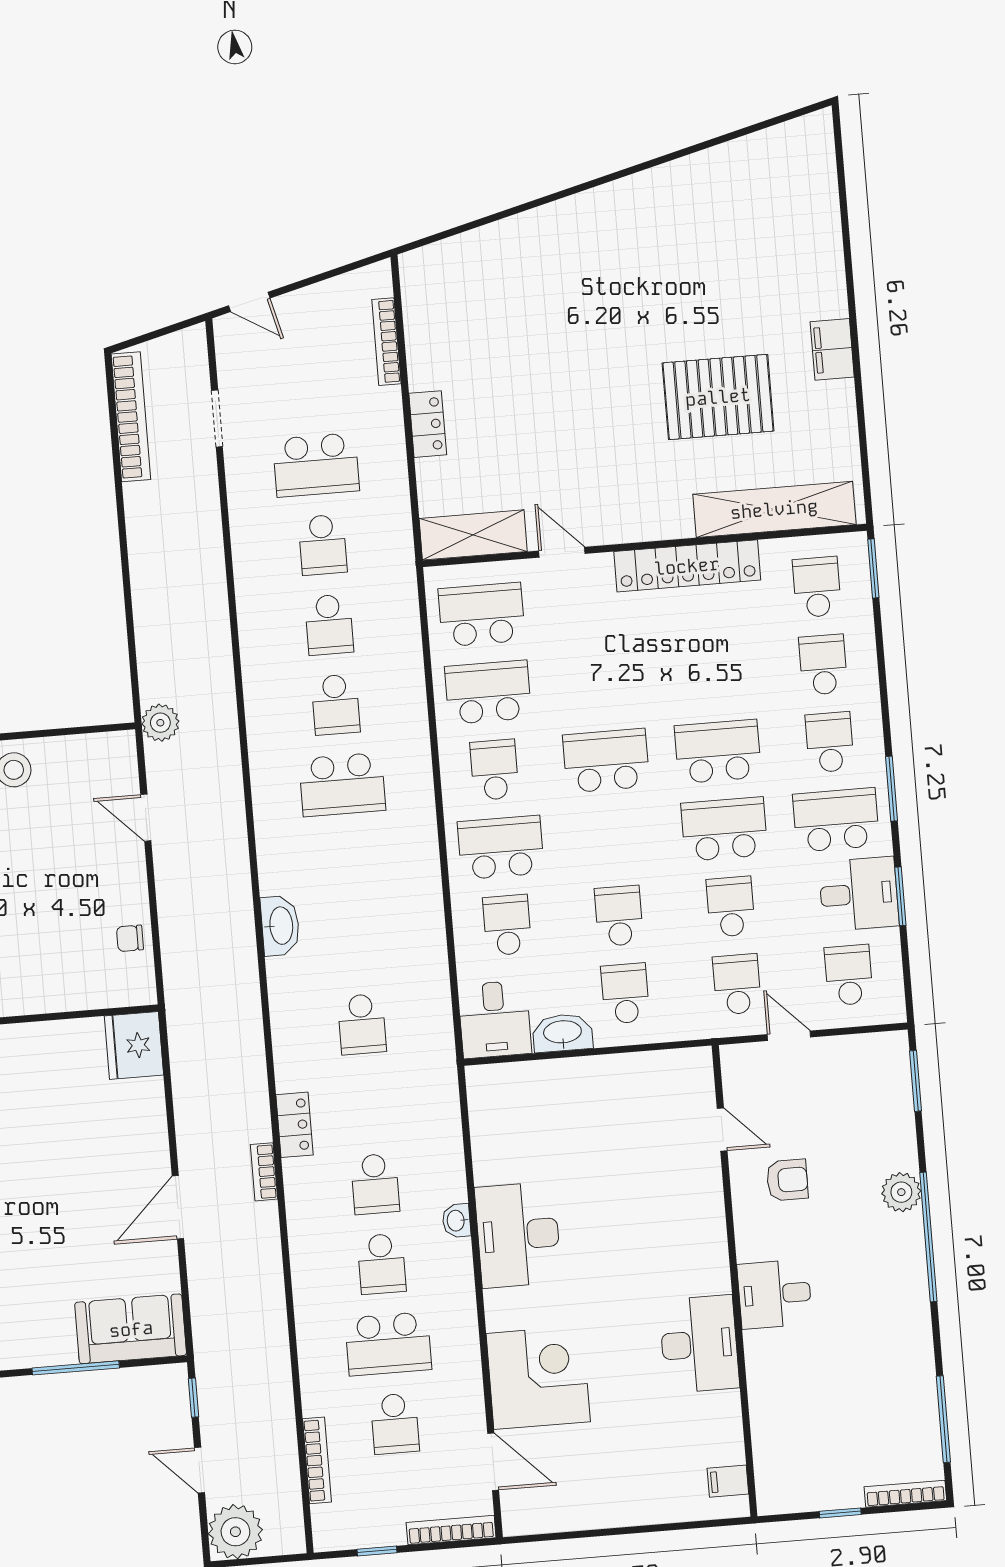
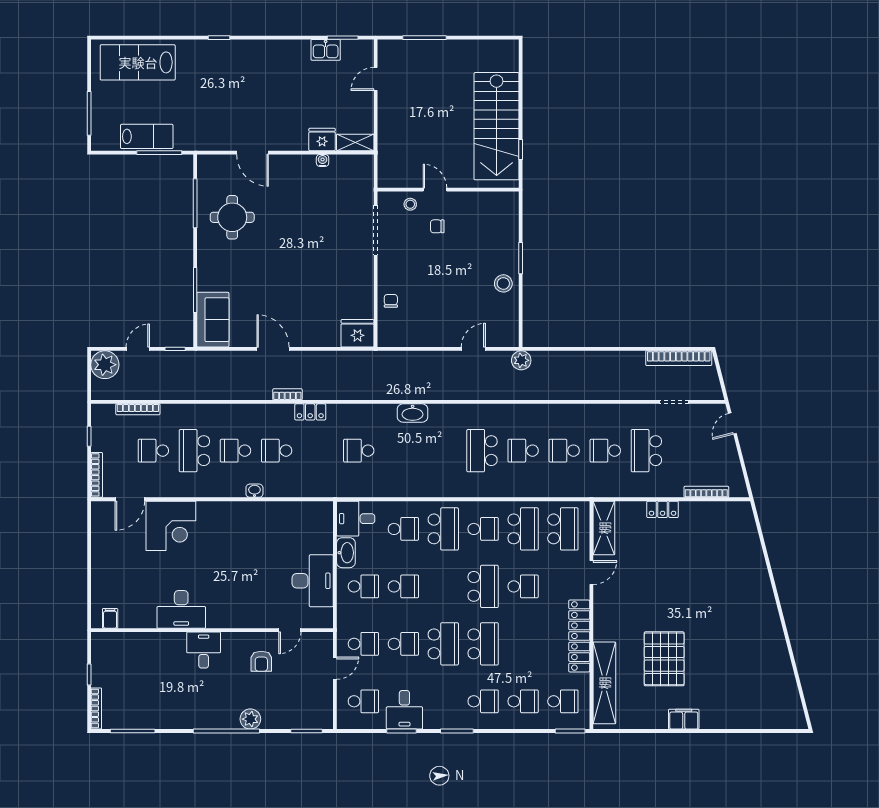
school desk: (836, 820) -> (523, 586), moved, width x0.54
chair: (130, 938) -> (391, 301), moved
desk: (518, 1235) -> (313, 581), moved, turned 90

